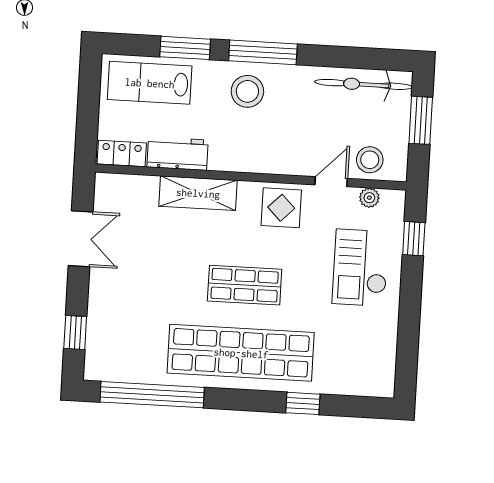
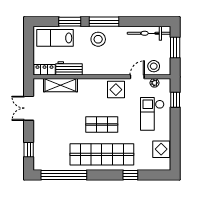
shelving: (198, 193) -> (60, 85), moved
double door: (81, 239) -> (29, 108), swing flipped
display table: (376, 349) -> (161, 149), added

